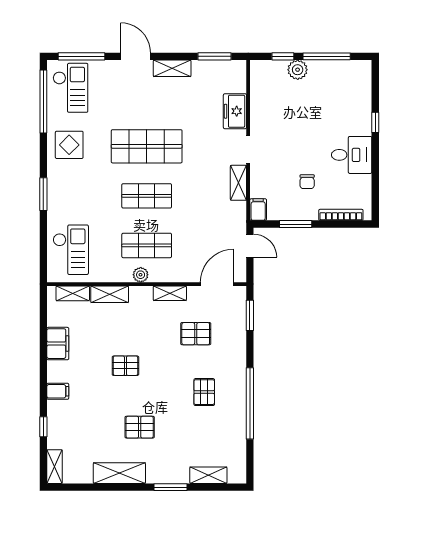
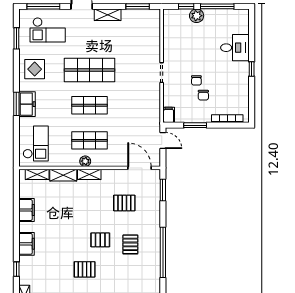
checkout: (70, 88) -> (48, 30), moved, turned 90
window: (43, 101) -> (16, 38), width x0.47
freezer: (235, 111) -> (27, 104), moved, turned 180
window: (375, 122) -> (252, 69), moved
desk: (352, 155) -> (235, 48), moved
chair: (297, 161) -> (196, 80), added
shelving: (238, 183) -> (155, 96), removed
door: (217, 284) -> (139, 168), hinge flipped
shelving: (170, 293) -> (89, 174), moved
pallet: (125, 366) -> (100, 240), moved
filing cabinet: (58, 391) -> (26, 244), width x2.00

